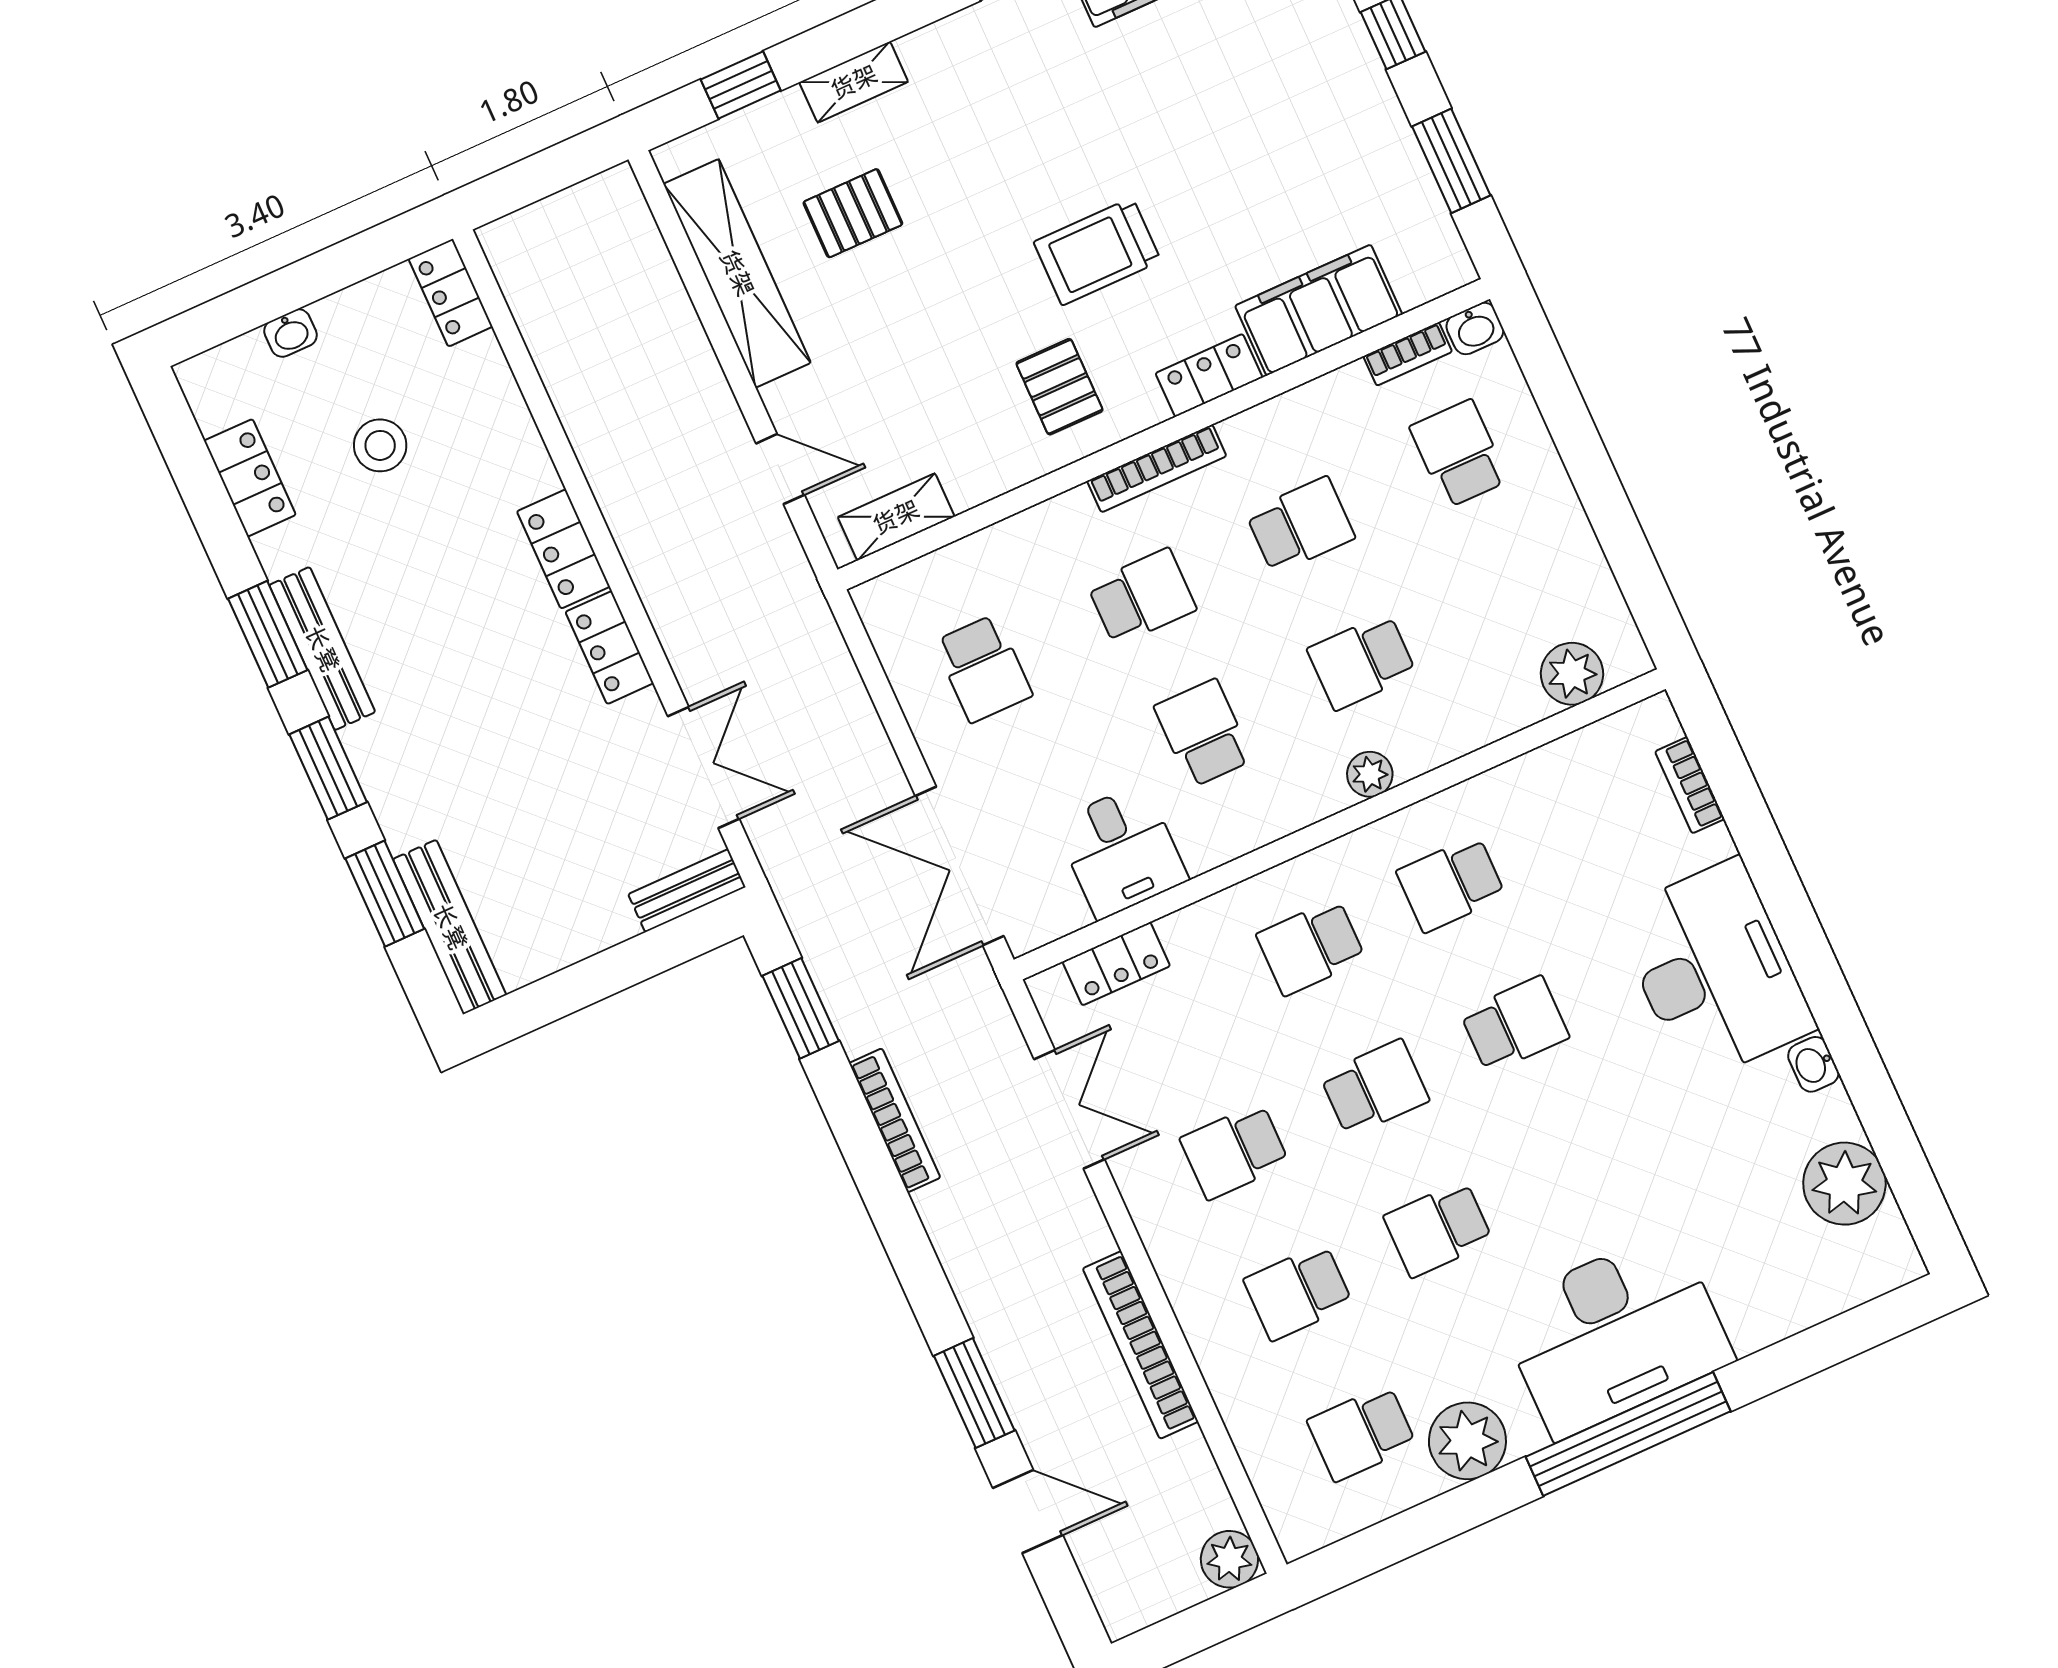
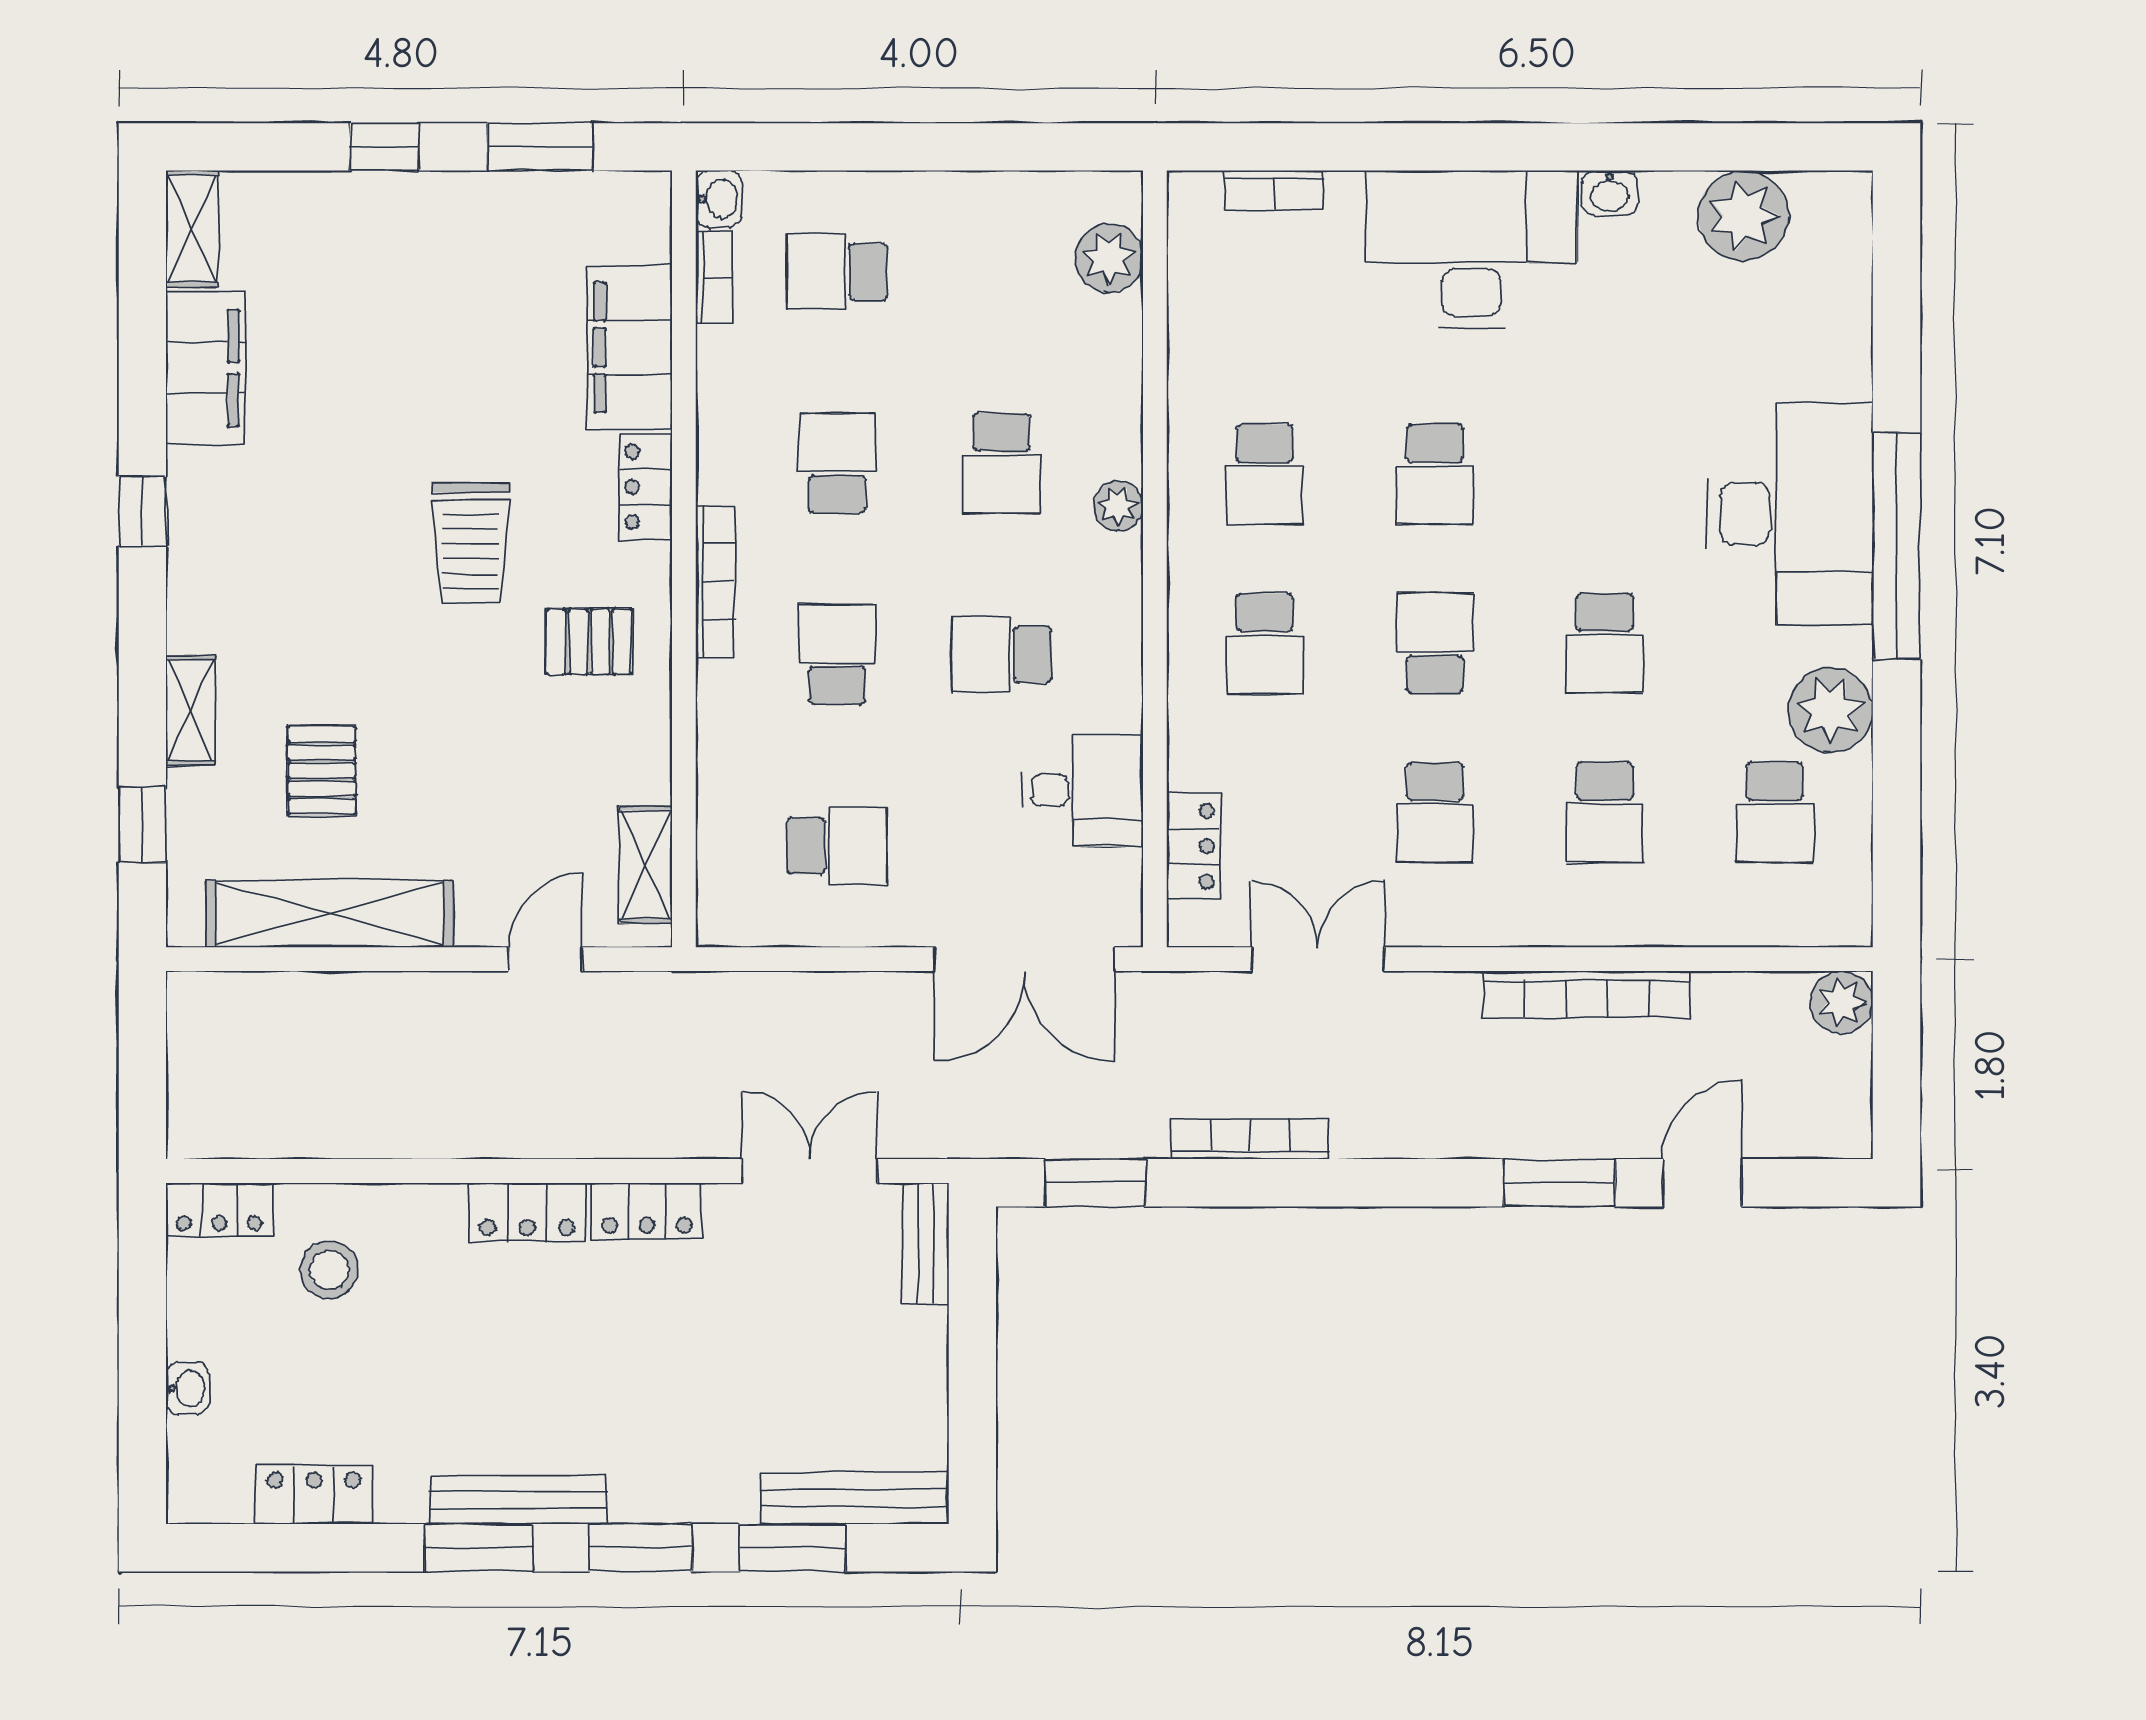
stool: (380, 445) -> (329, 1270), moved
school desk: (1515, 1025) -> (1435, 474), turned 180

